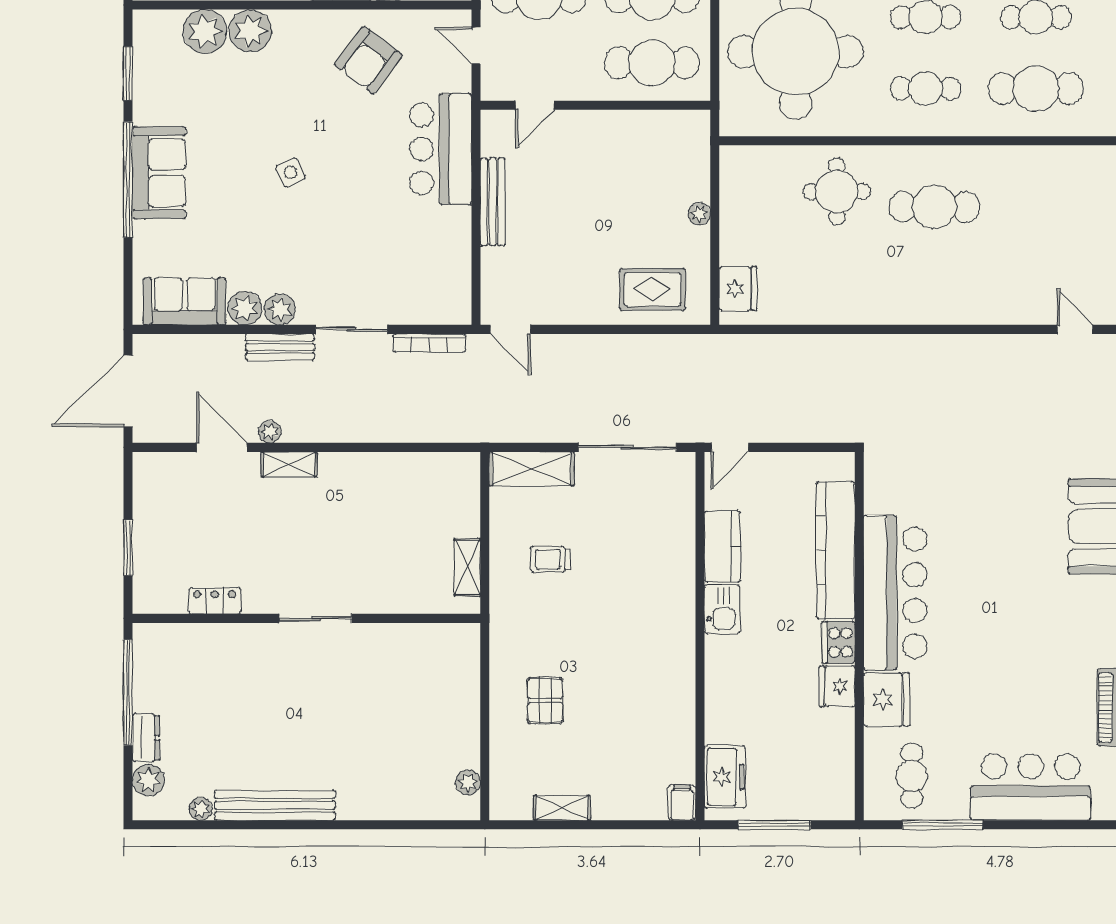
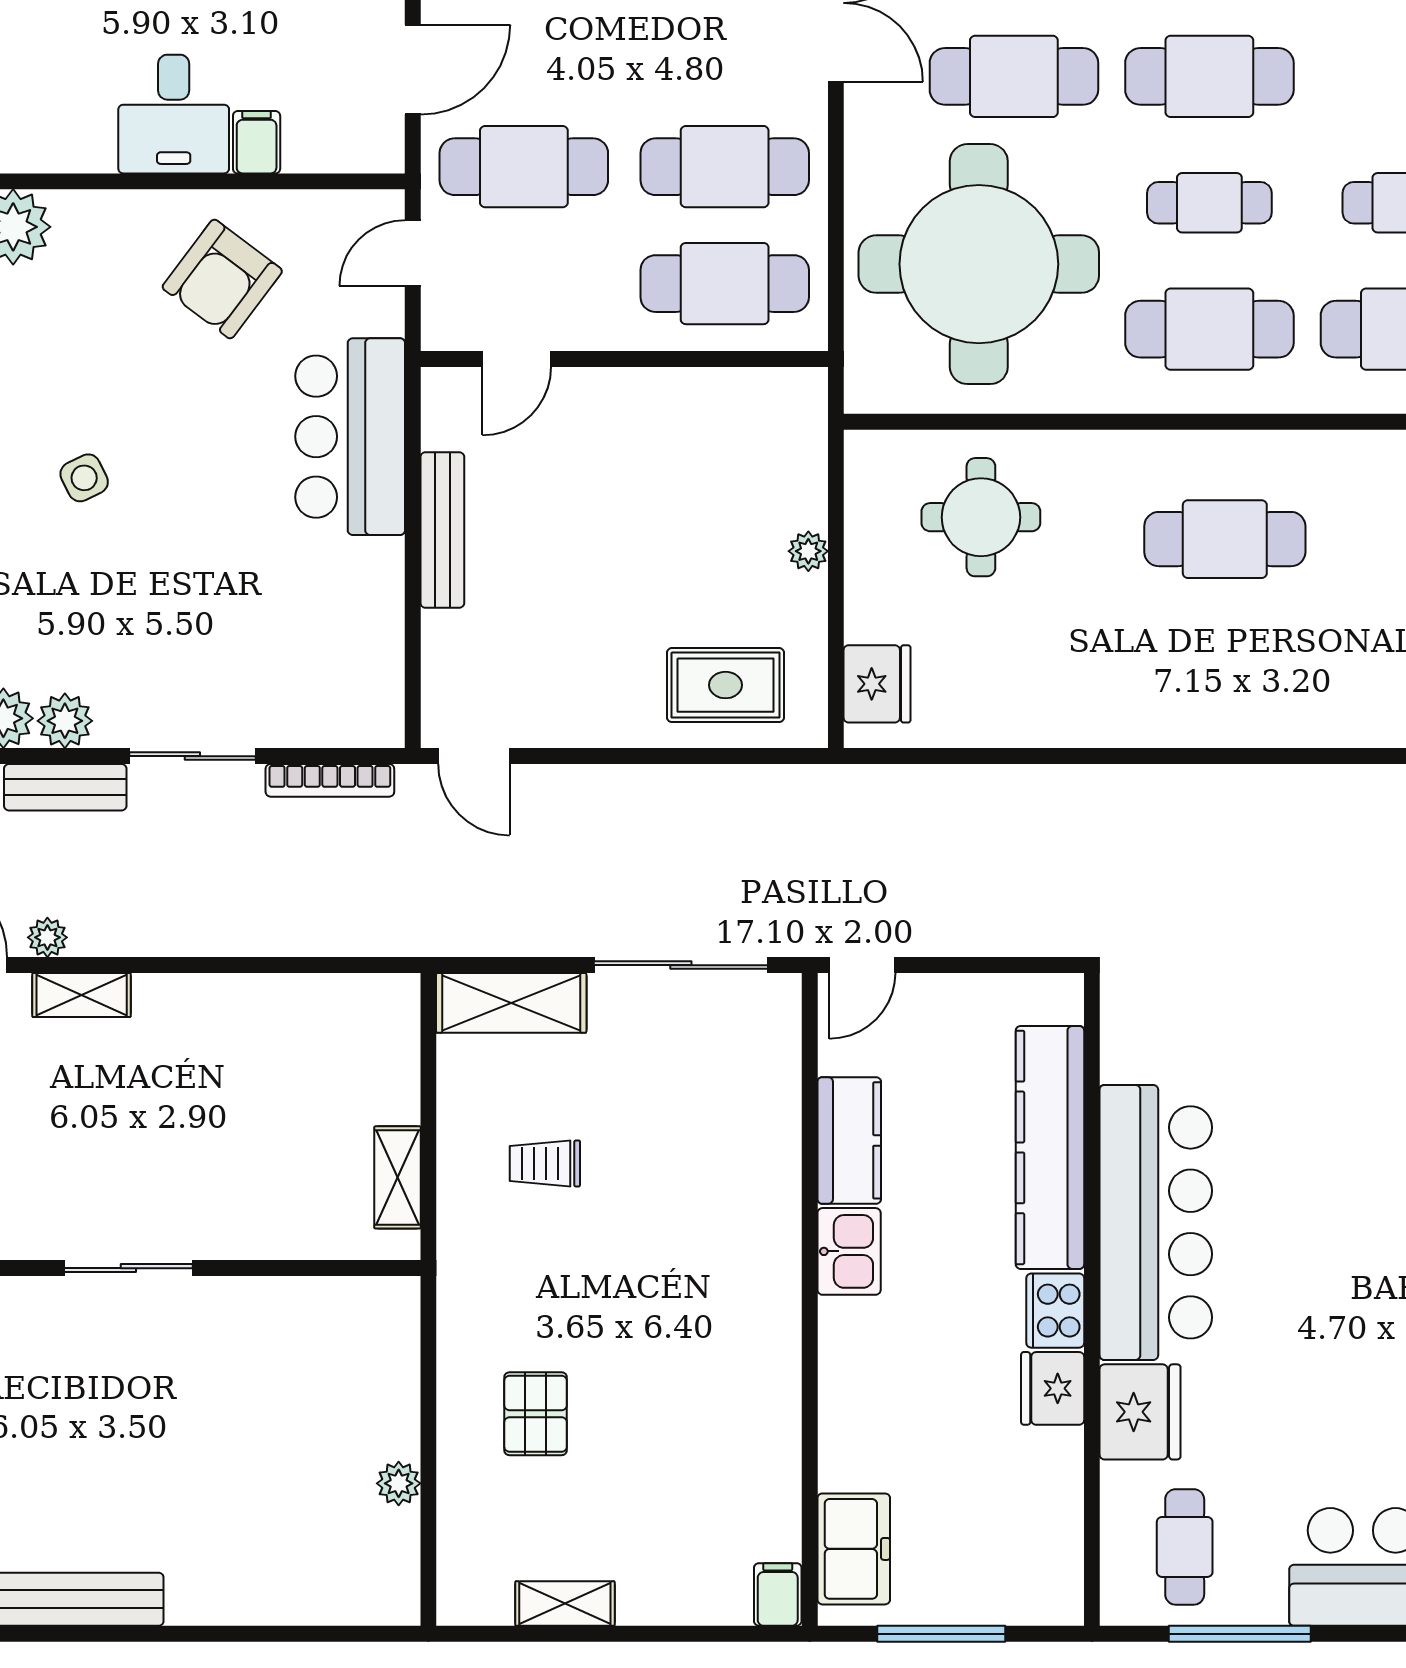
door: (476, 46) -> (413, 253), hinge flipped
cafe table: (926, 88) -> (1209, 329), width x1.37, depth x1.35
round table: (837, 191) -> (981, 517), moved
plant: (468, 782) -> (399, 1483), moved

